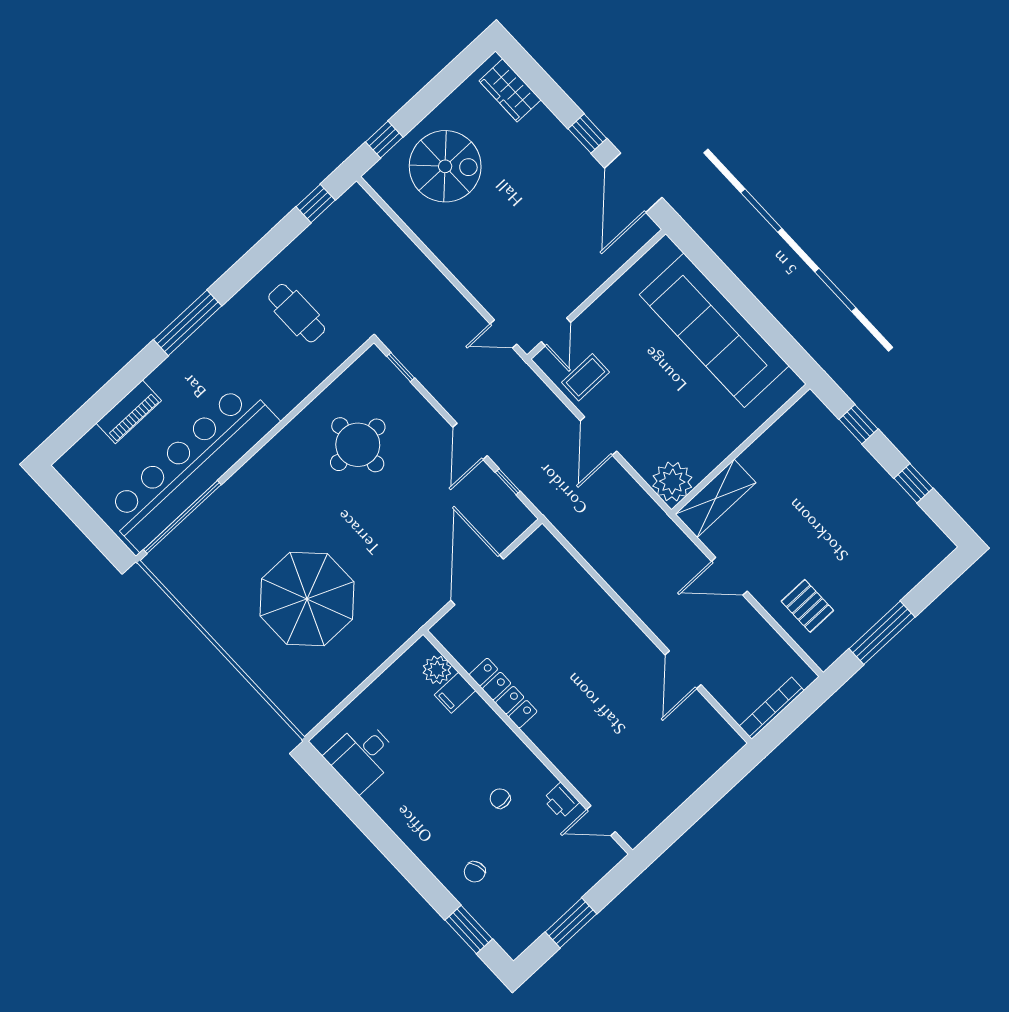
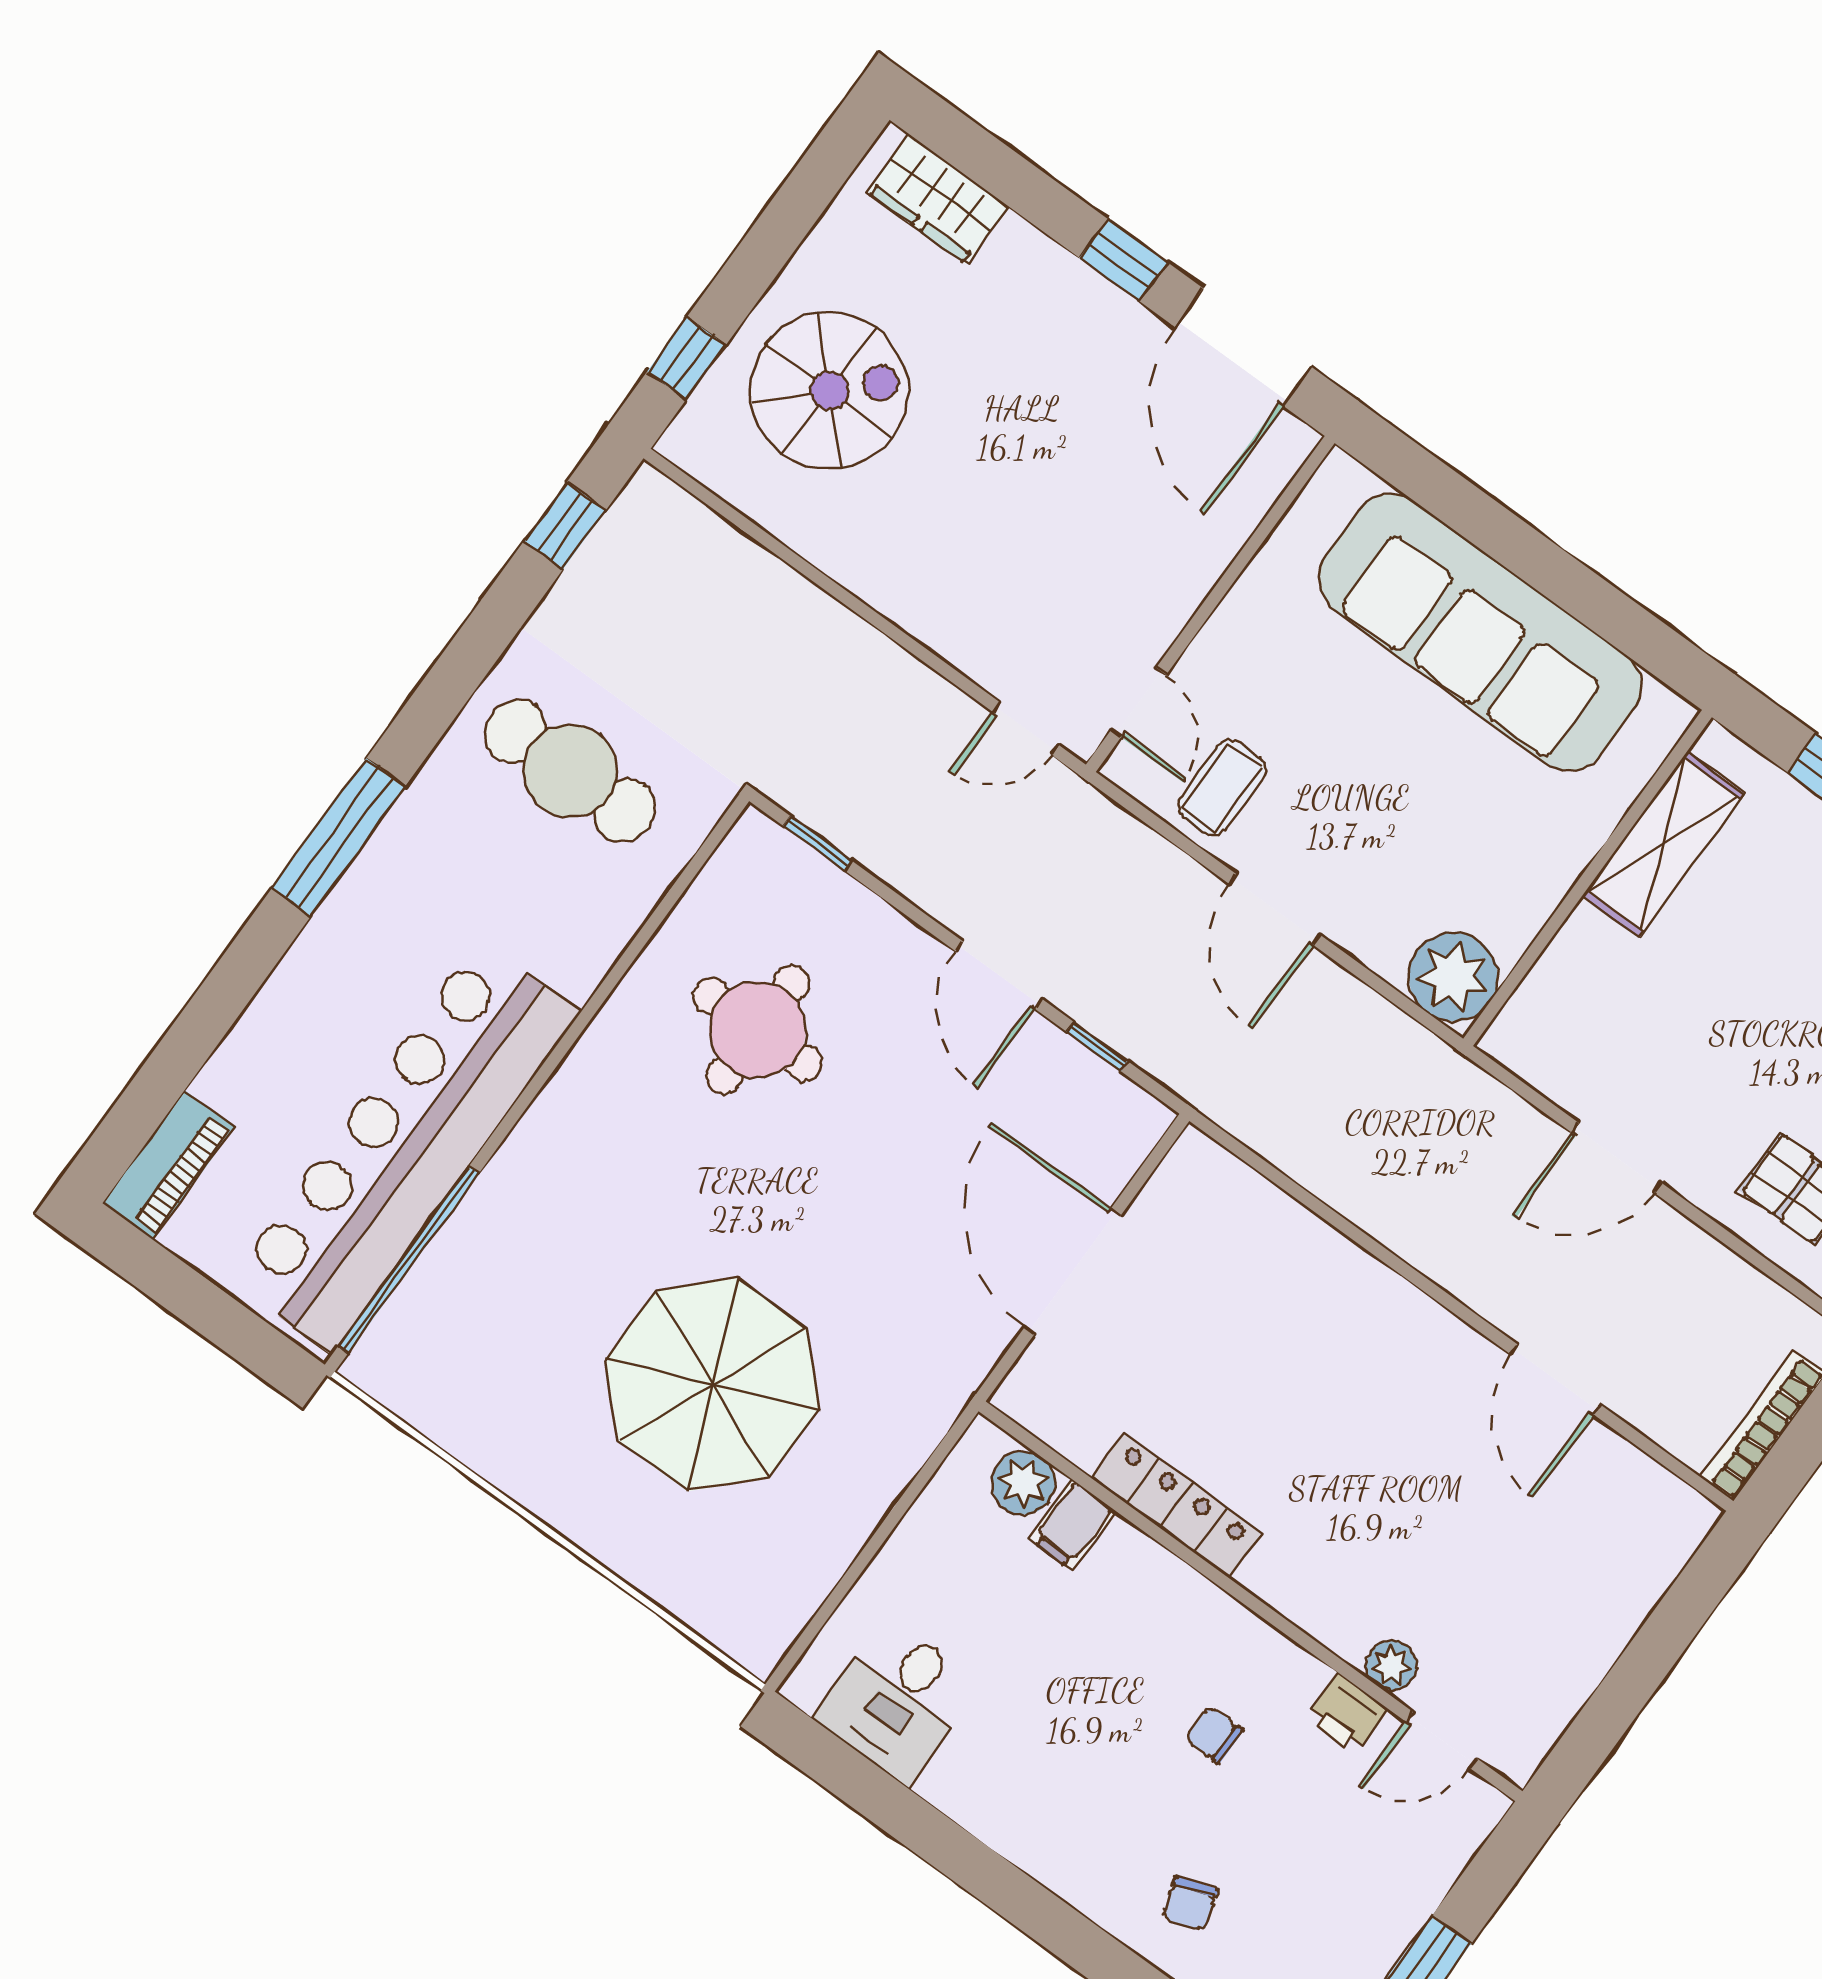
cafe table: (297, 313) -> (570, 771), width x1.37, depth x1.35
piano: (129, 412) -> (169, 1165), moved
shelving: (716, 498) -> (1663, 844), moved
plant: (585, 783) -> (1392, 1665), added

